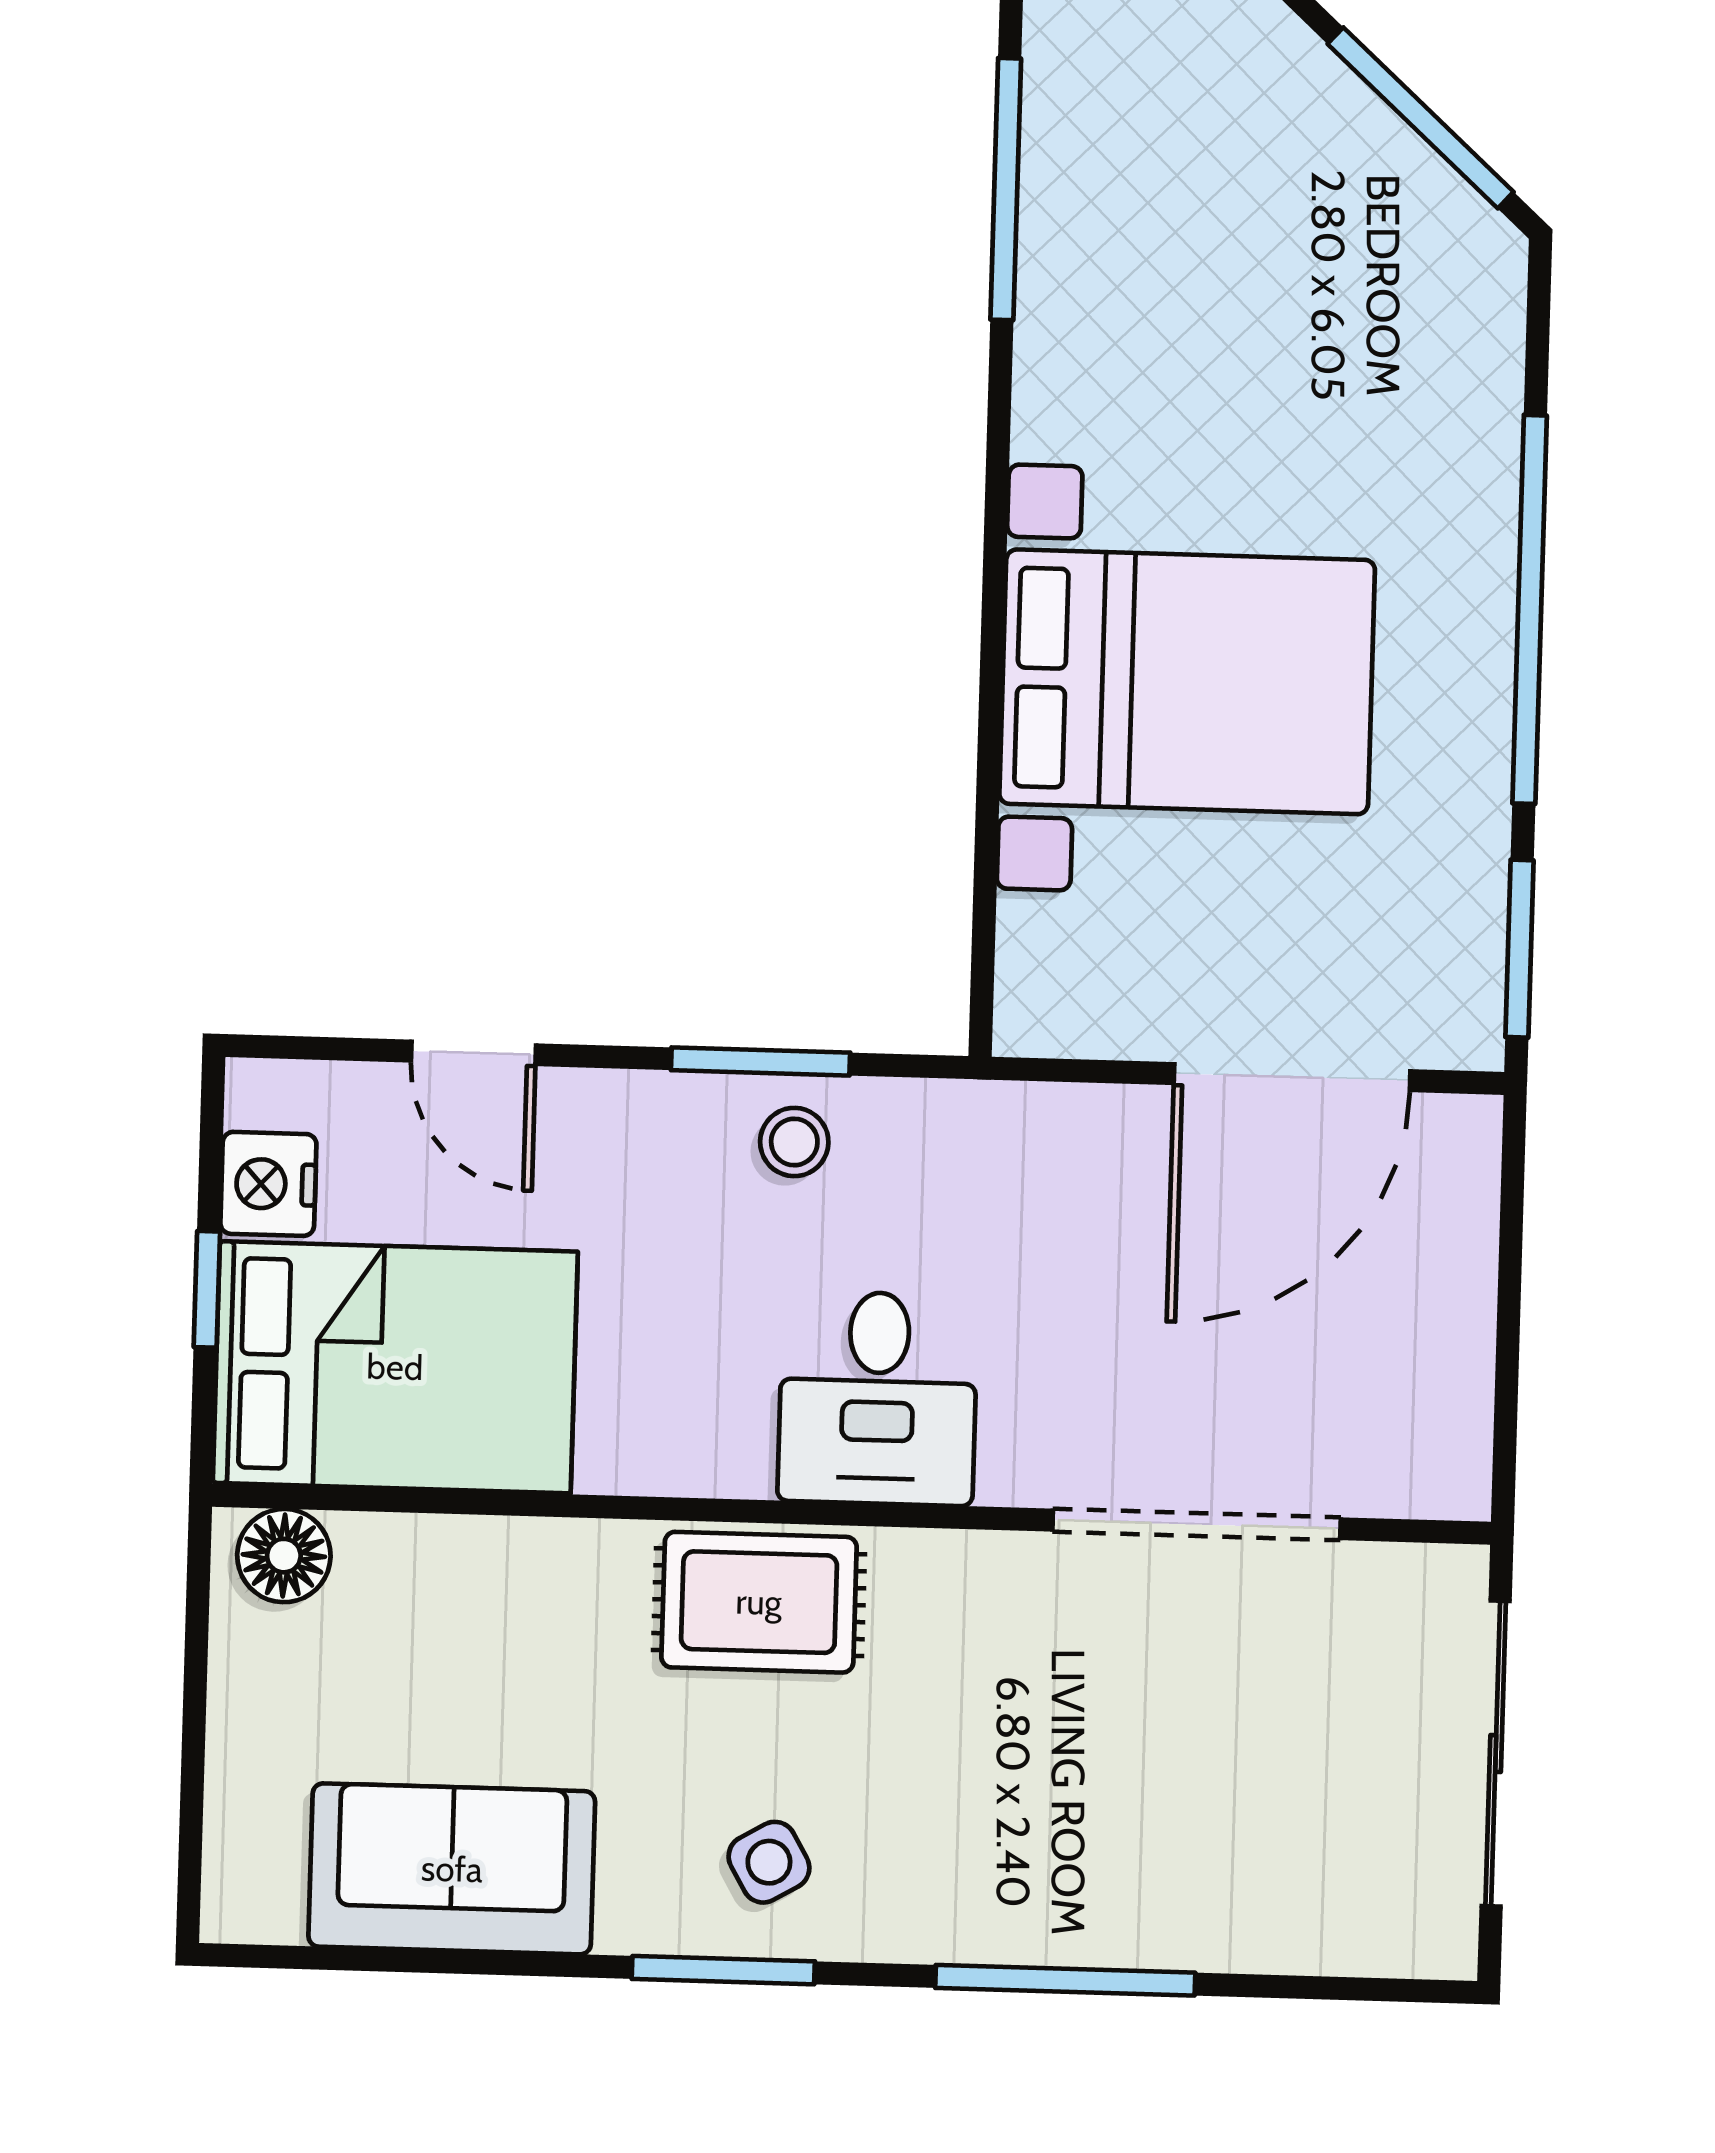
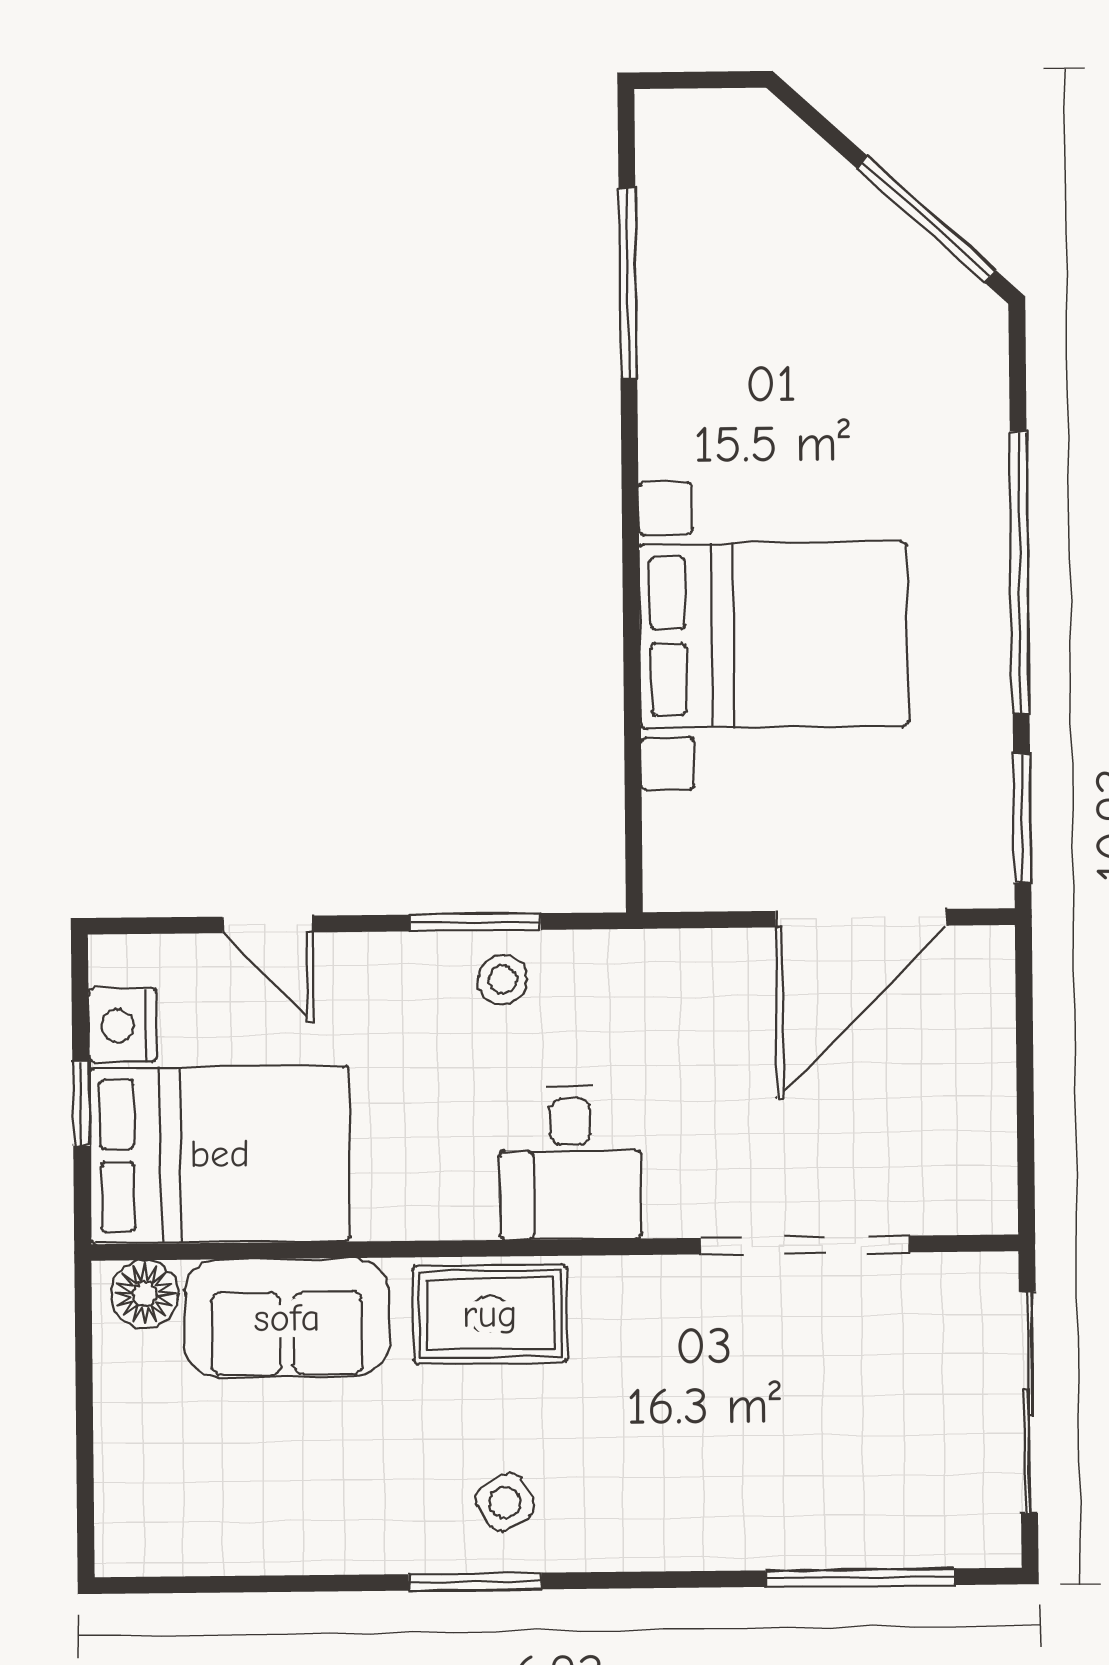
sofa: (452, 1869) -> (287, 1318), moved, turned 180
window: (1065, 1980) -> (860, 1578), moved

